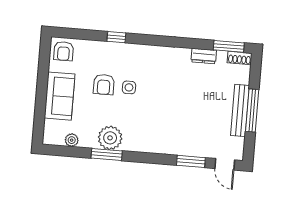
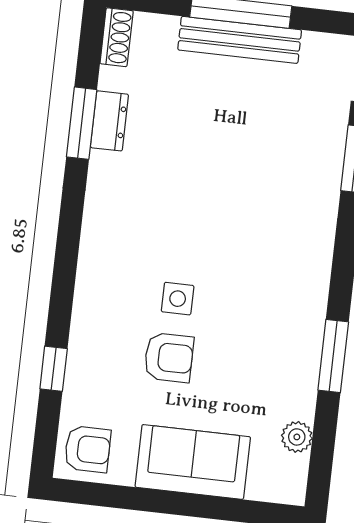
window: (116, 37) -> (54, 369), moved
window: (229, 46) -> (82, 123), moved
plant: (110, 138) -> (294, 347), removed

